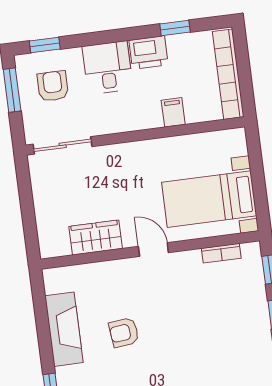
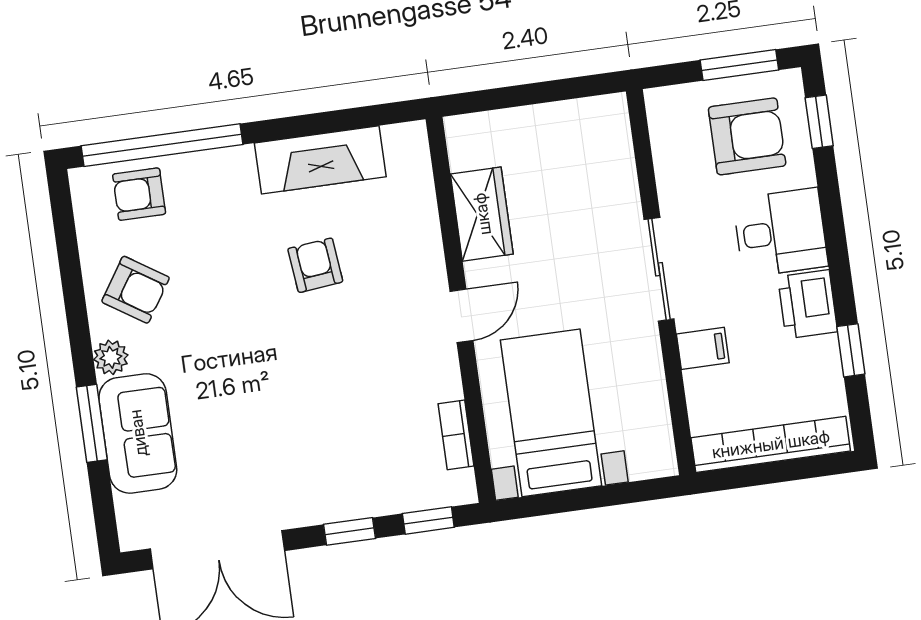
armchair: (53, 86) -> (747, 136), width x1.38, depth x1.38
sliding door: (63, 145) -> (659, 269), moved

